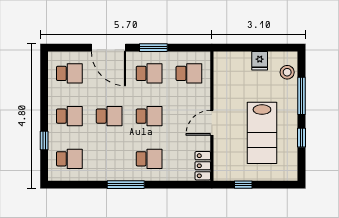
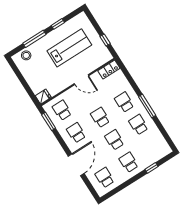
window: (153, 48) -> (49, 121), moved
fridge: (260, 61) -> (43, 97), moved
school desk: (69, 159) -> (138, 125), moved

